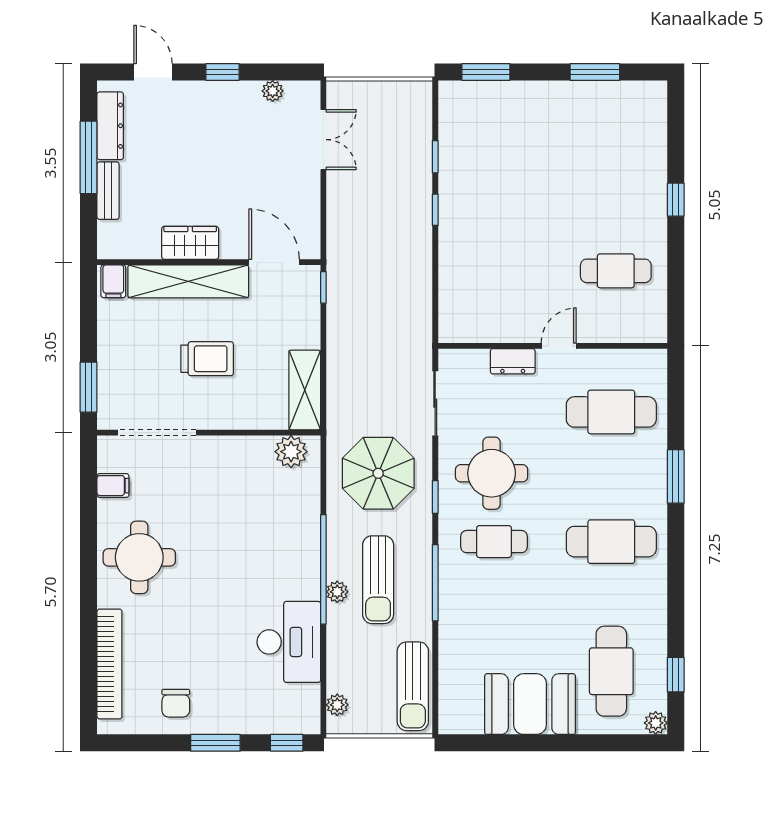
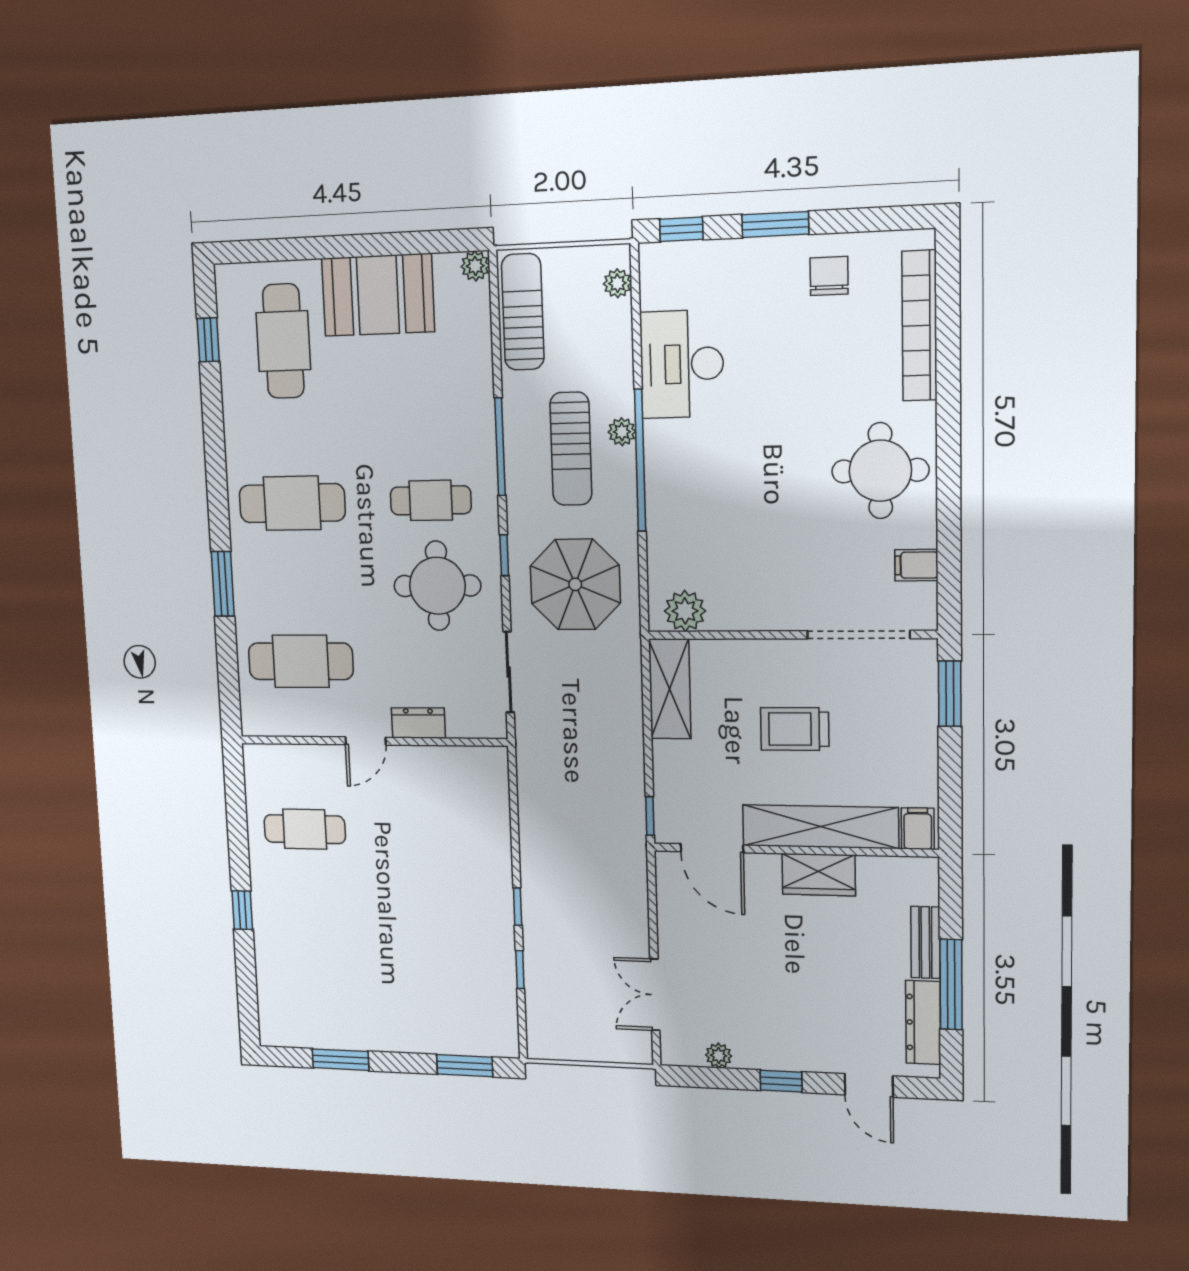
sun lounger: (378, 580) -> (571, 449), turned 180
plant: (656, 723) -> (475, 266), moved

